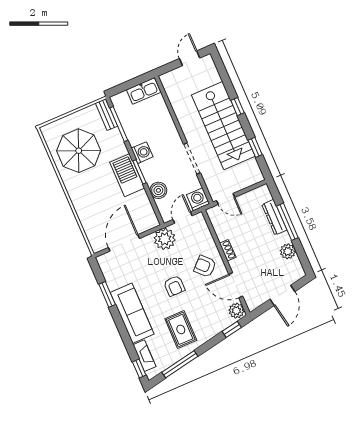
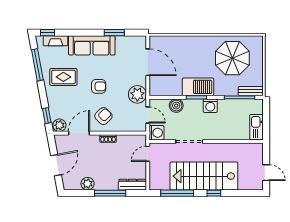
window: (255, 147) -> (177, 193), width x2.17
dresser: (274, 217) -> (132, 185), moved
armchair: (174, 286) -> (99, 86), turned 180
door: (282, 295) -> (56, 165), swing flipped

